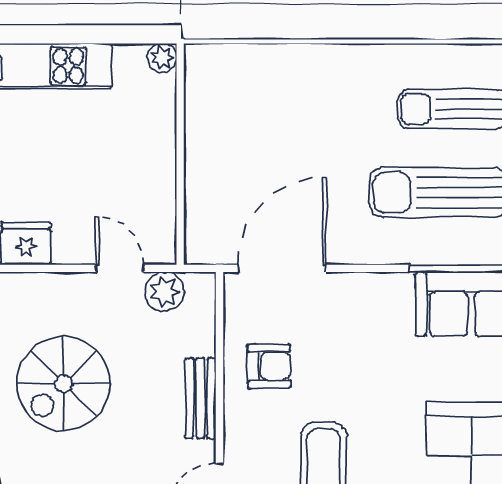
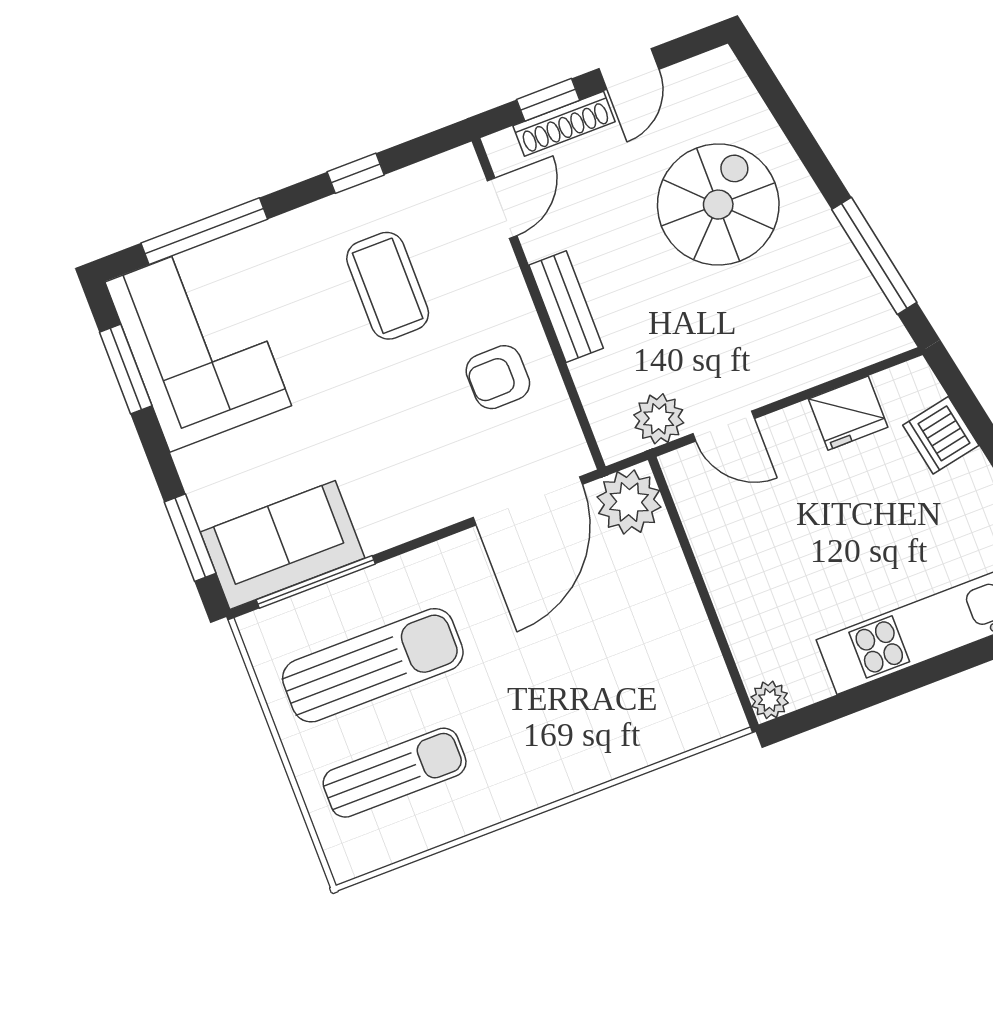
plant: (209, 240) -> (629, 502), added
spiral stairs: (64, 383) -> (718, 205), moved

